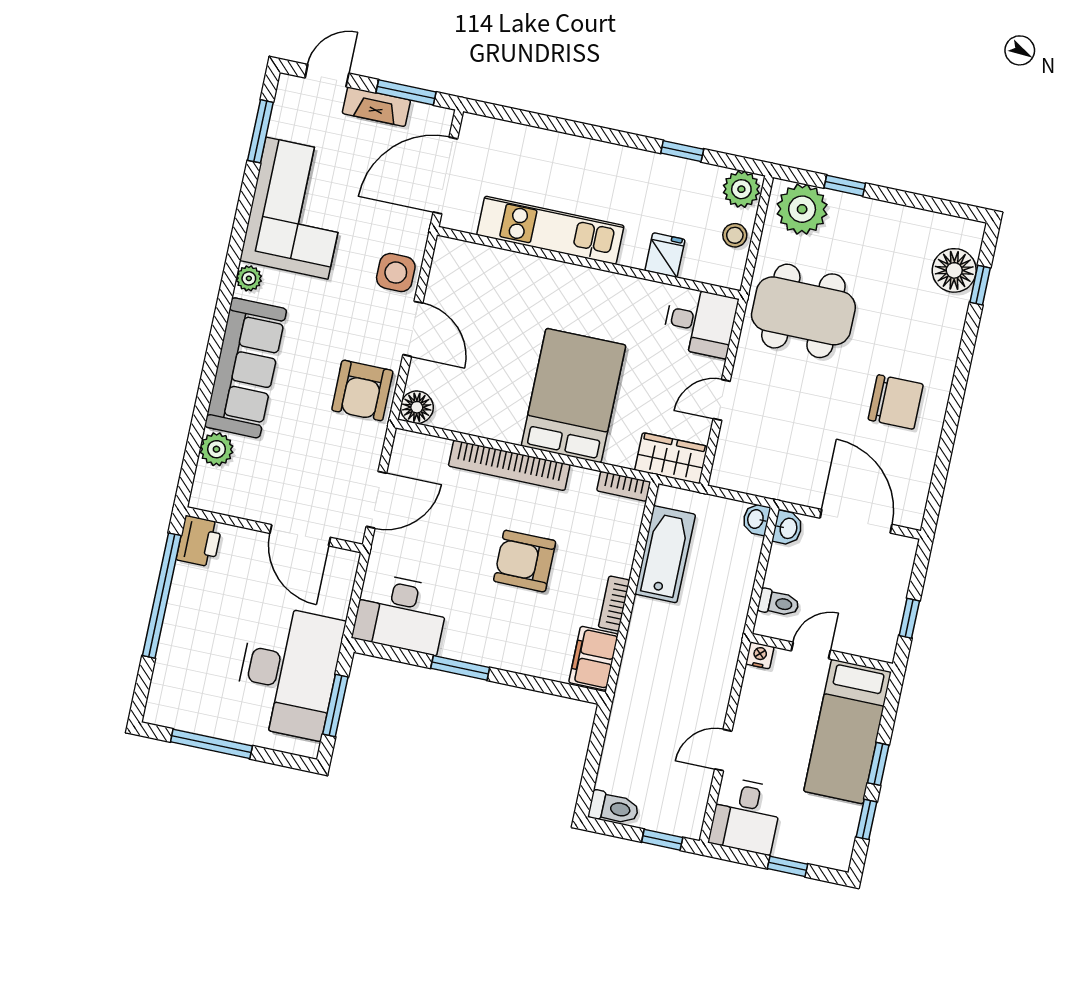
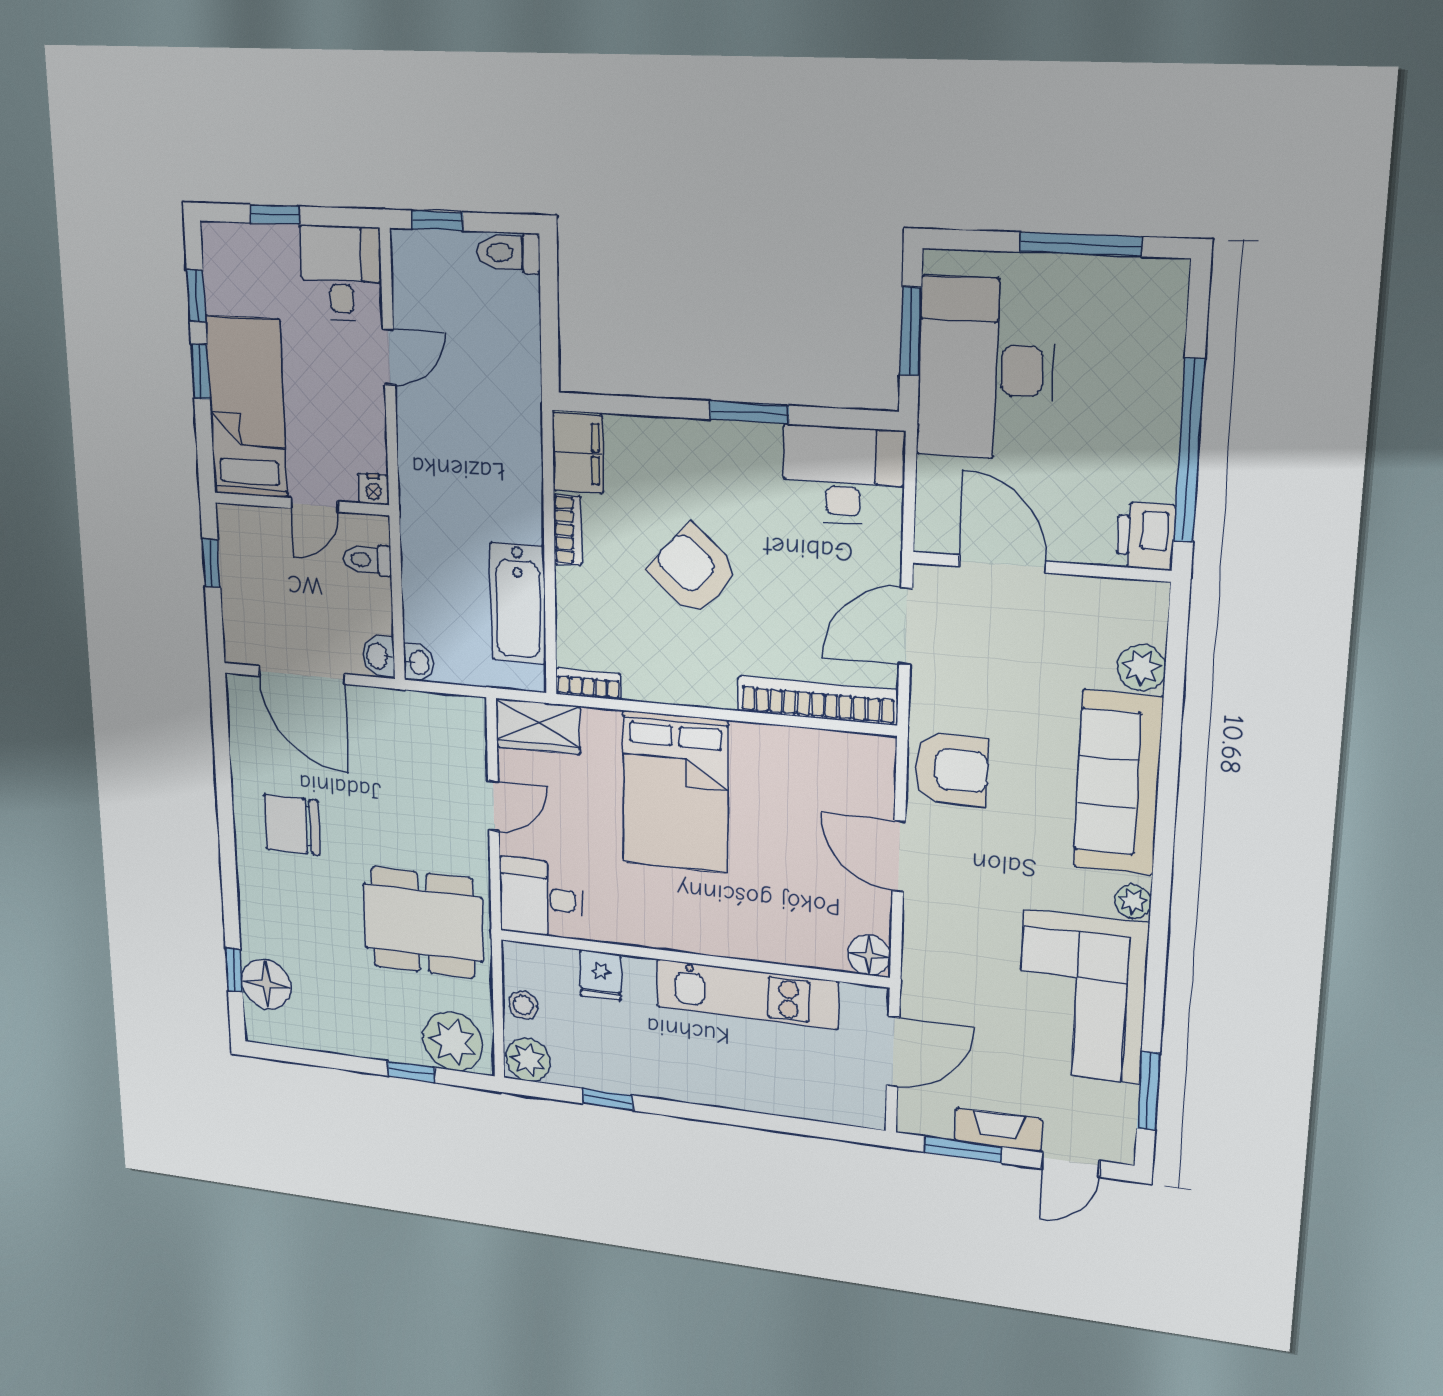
door: (445, 175) -> (893, 1052), width x0.73
side table: (396, 273) -> (935, 926), removed
armchair: (362, 390) -> (951, 769), turned 90
floor lamp: (417, 407) -> (869, 955), moved
bookcase: (509, 465) -> (817, 701), moved
armchair: (525, 561) -> (693, 570), turned -139

